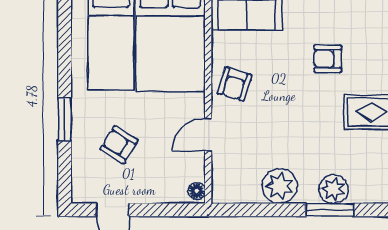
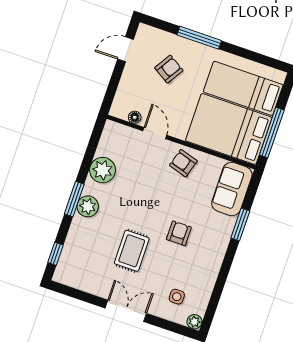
window: (65, 119) -> (199, 38), width x1.44
floor lamp: (197, 191) -> (135, 117), moved

